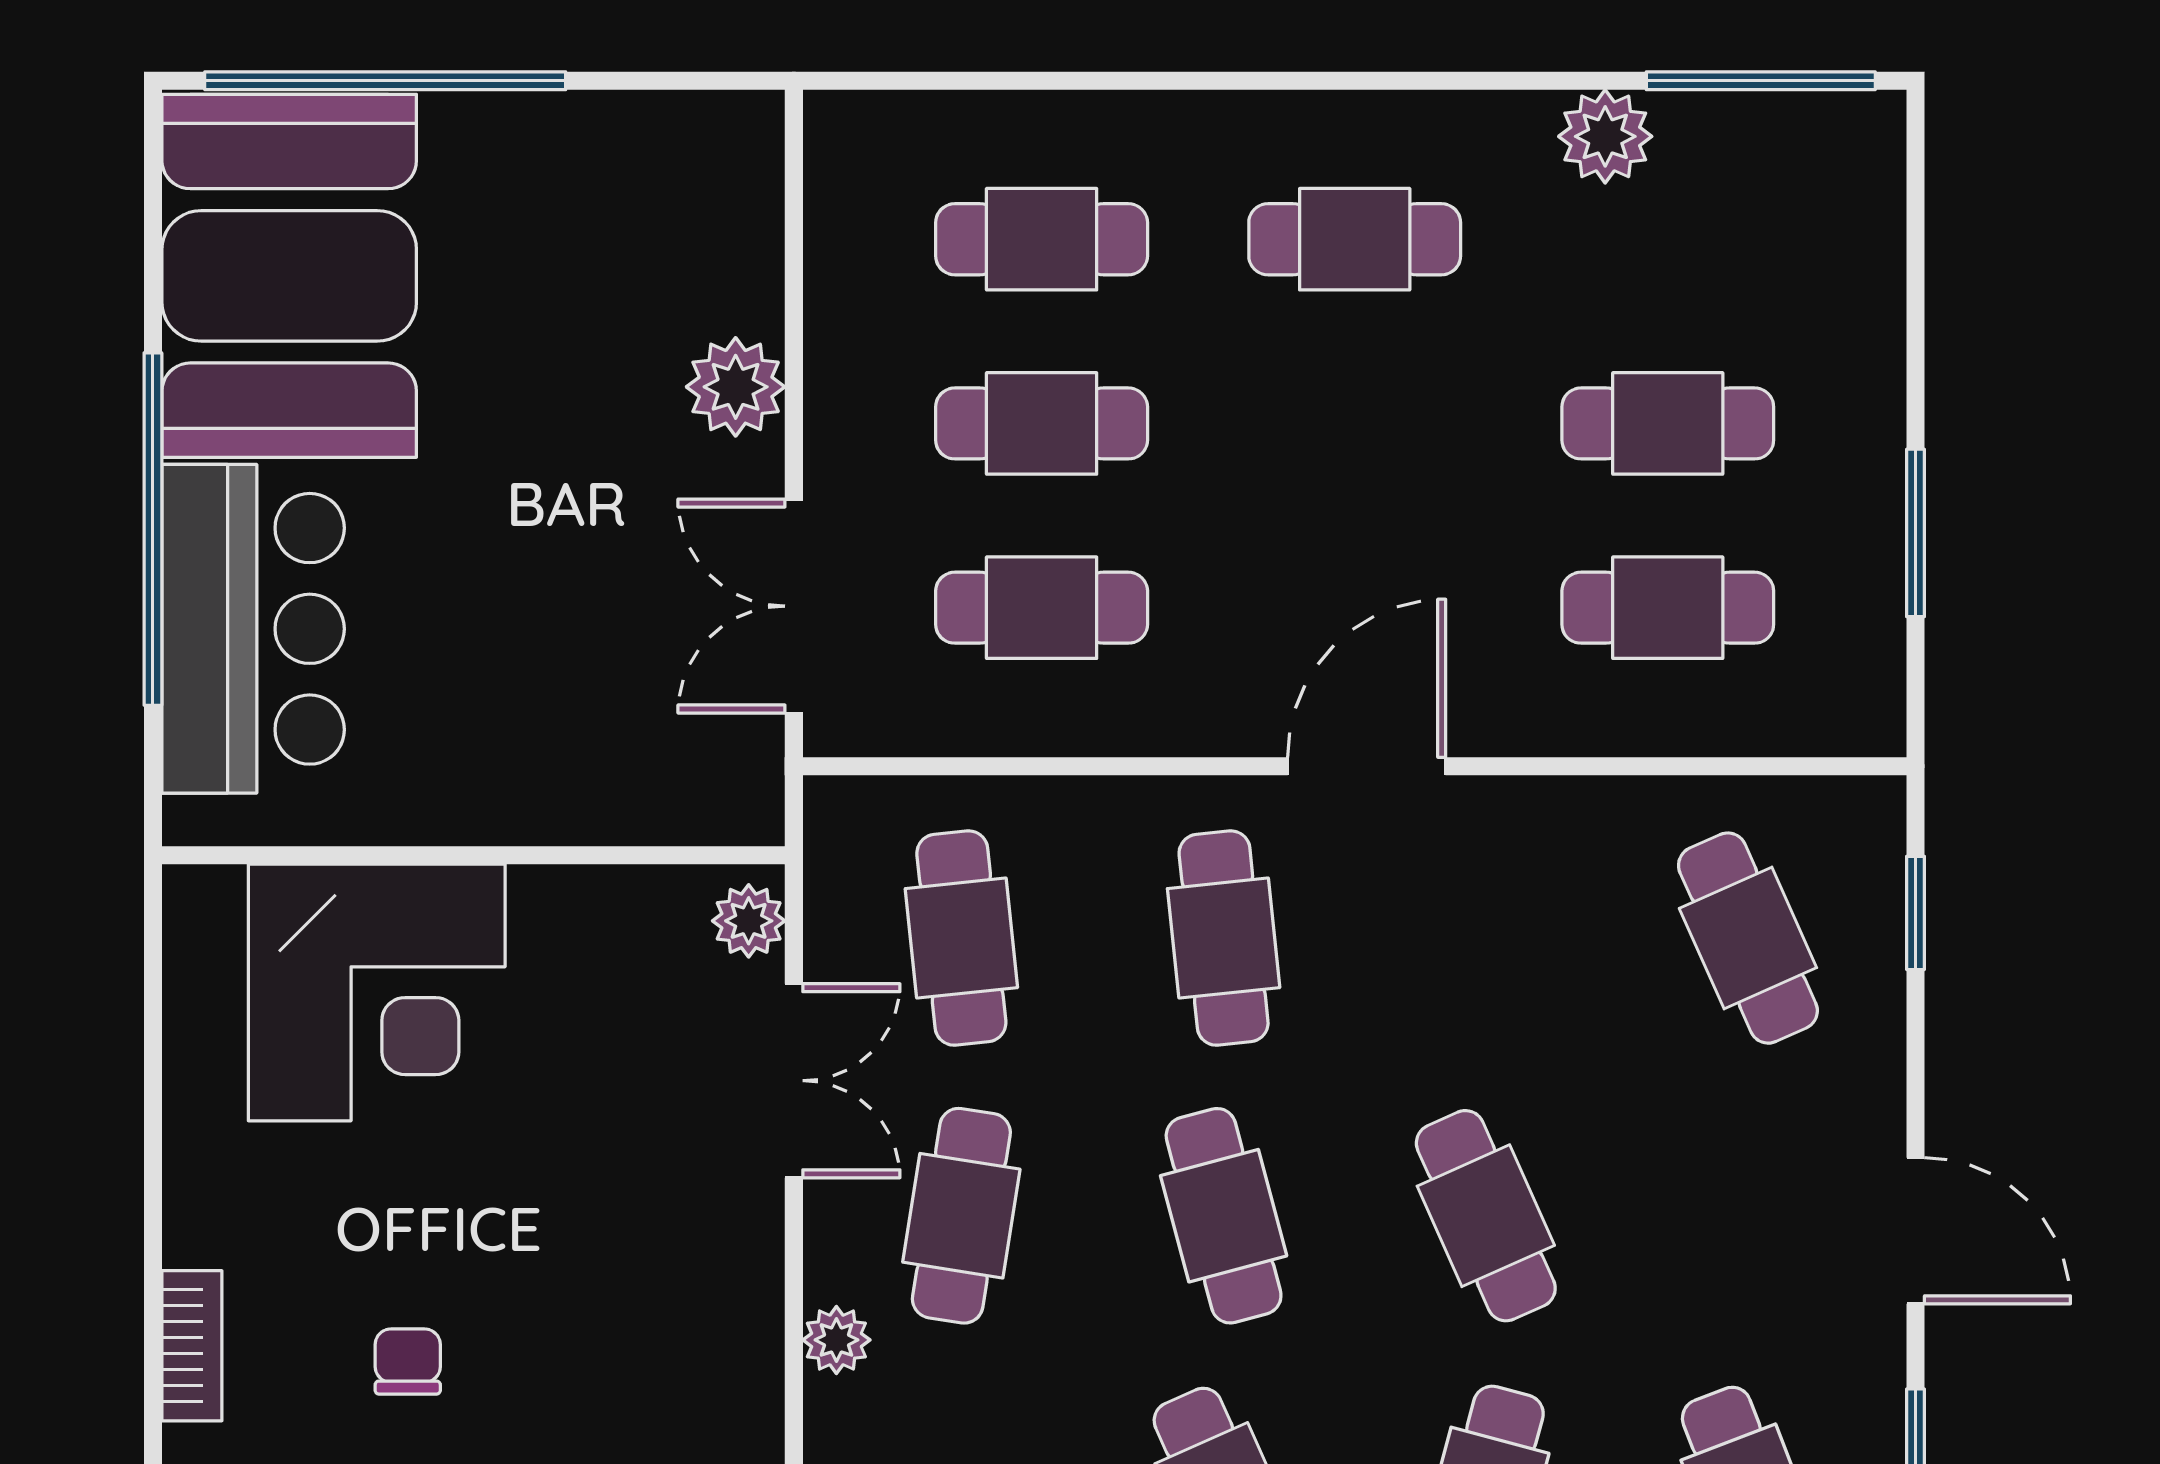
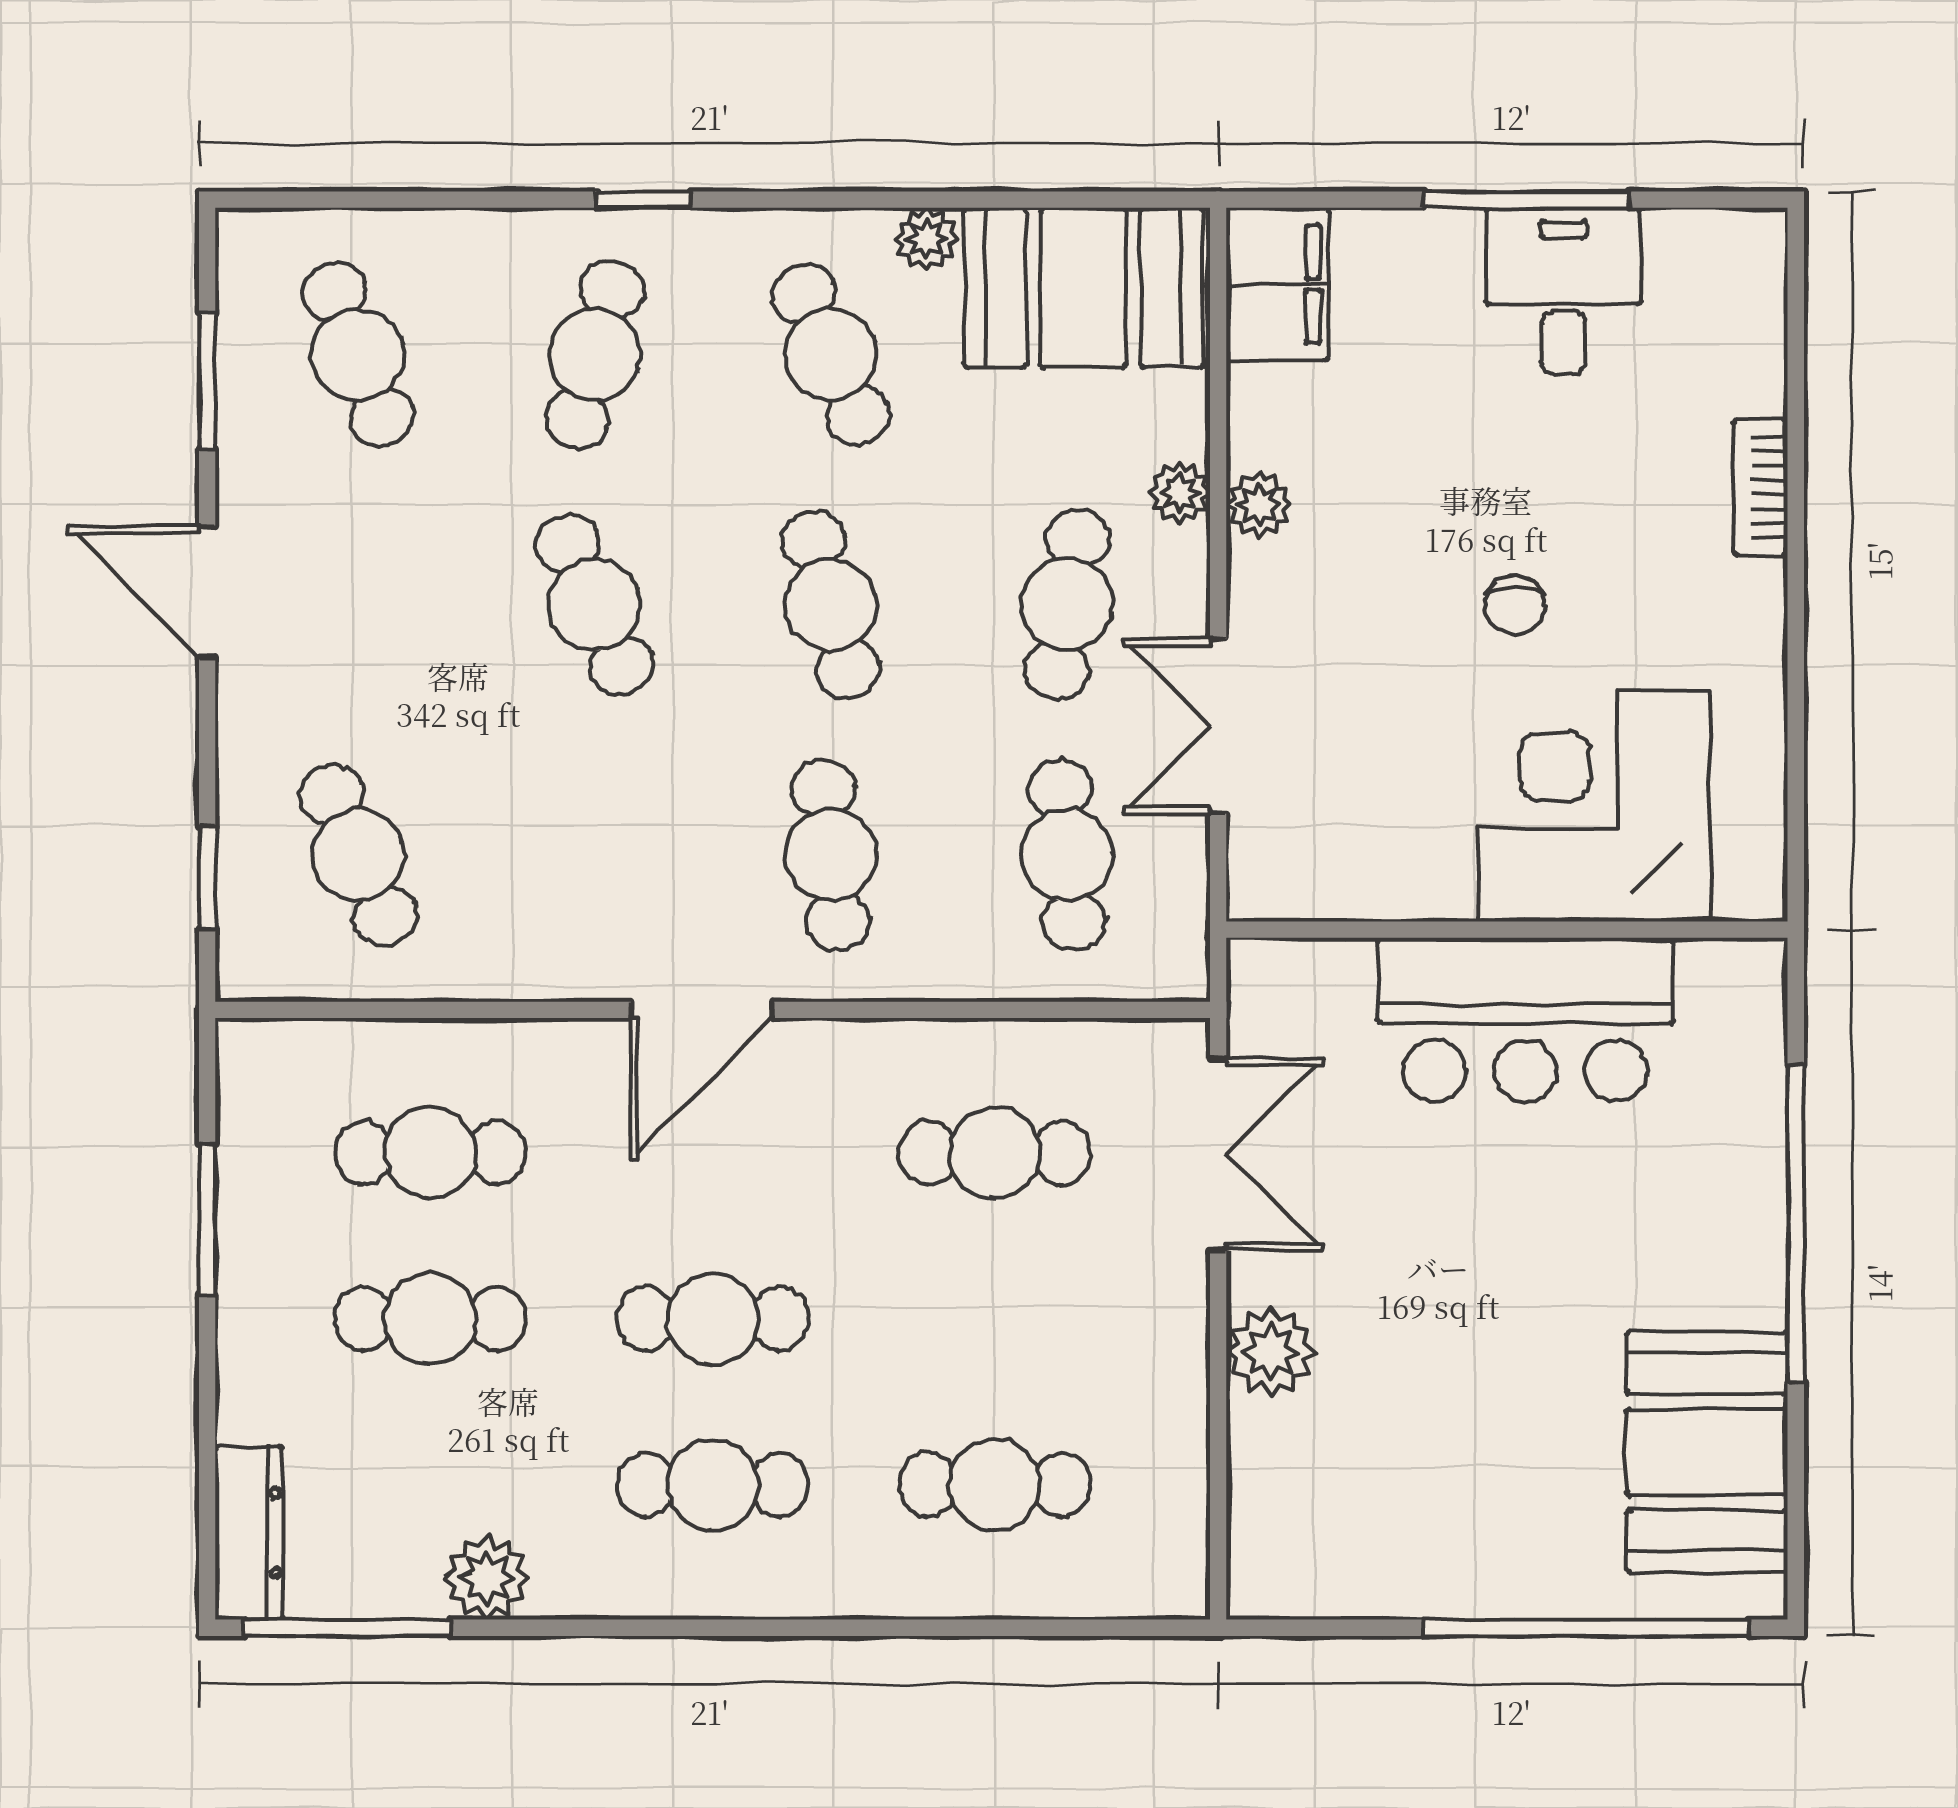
dresser: (1869, 186) -> (249, 1533), added
booth: (289, 276) -> (1707, 1452), width x0.73, depth x0.70
cafe table: (1042, 423) -> (713, 1319), moved
bar counter: (253, 629) -> (1525, 1020), moved, turned -90
plant: (749, 921) -> (1259, 505), moved
chair: (408, 1361) -> (1515, 605), moved

